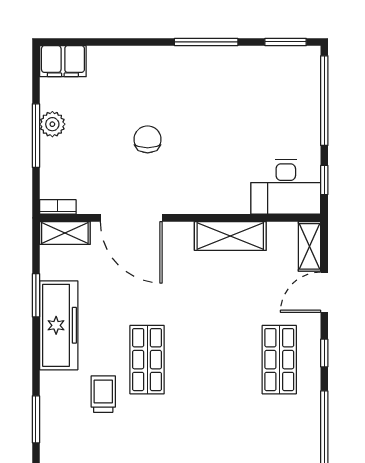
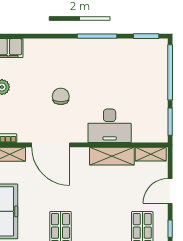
window: (324, 180) -> (170, 122), width x1.50
desk: (286, 187) -> (110, 126), moved
shelving: (309, 246) -> (151, 154), moved, turned 90

